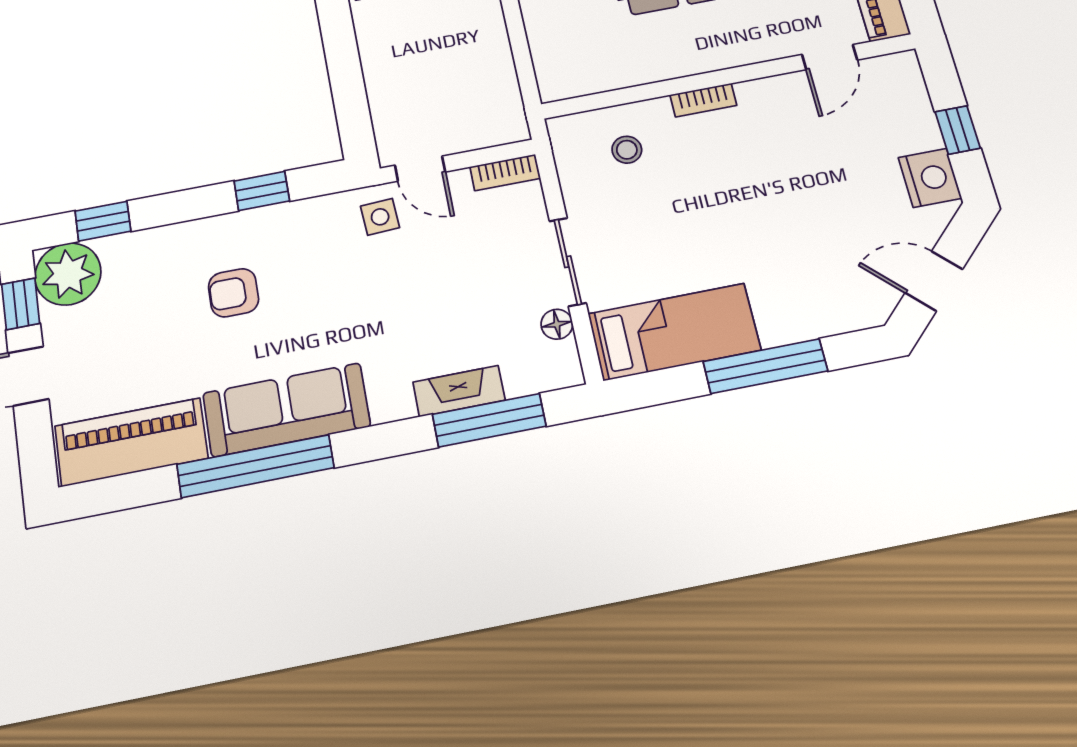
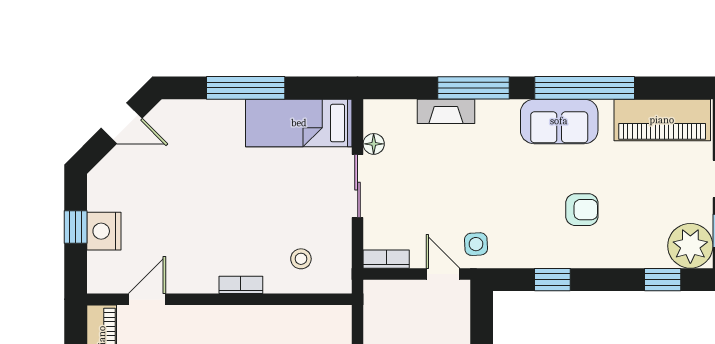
nightstand: (930, 178) -> (104, 231), moved
sofa: (286, 410) -> (559, 121), width x0.73
window: (489, 420) -> (474, 88), moved

